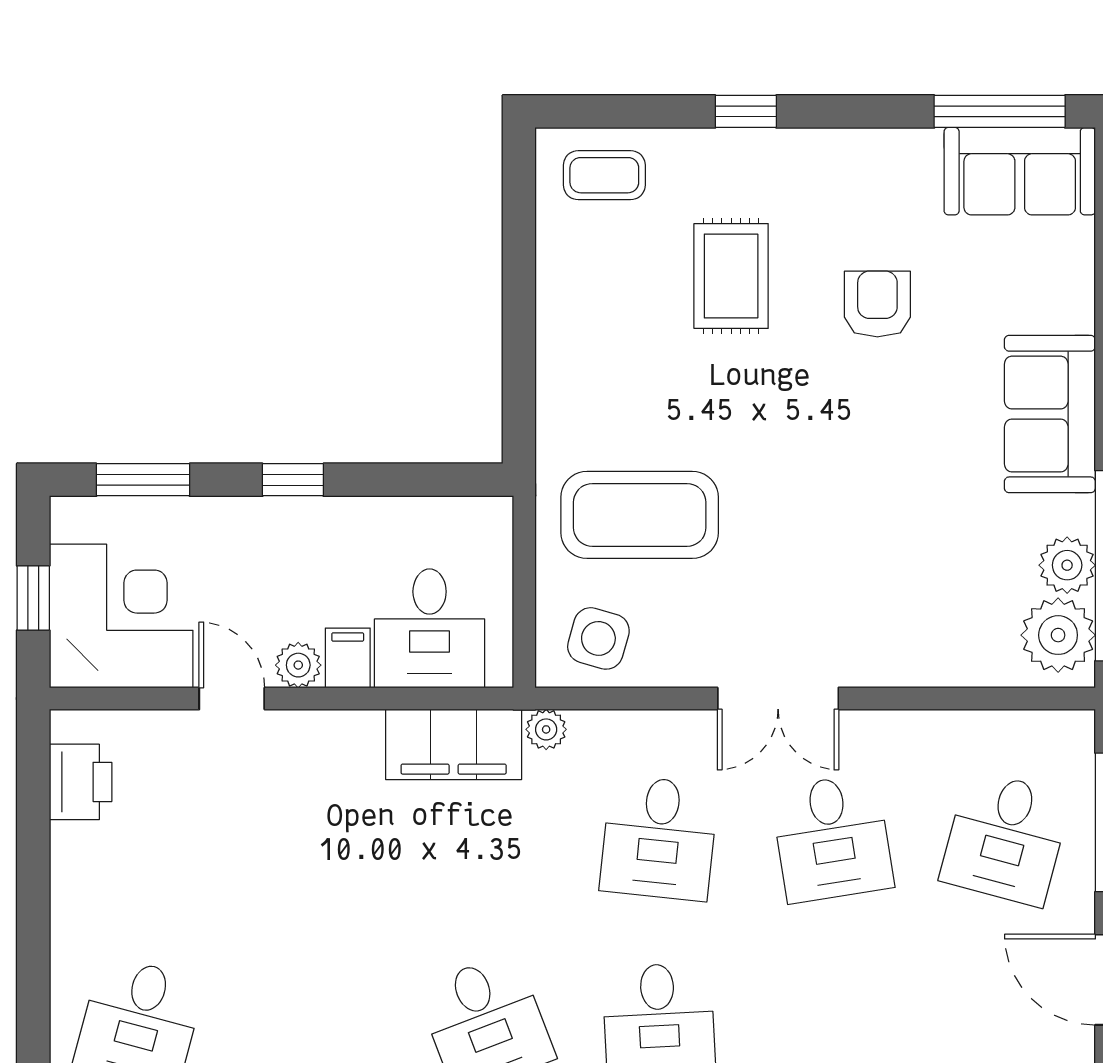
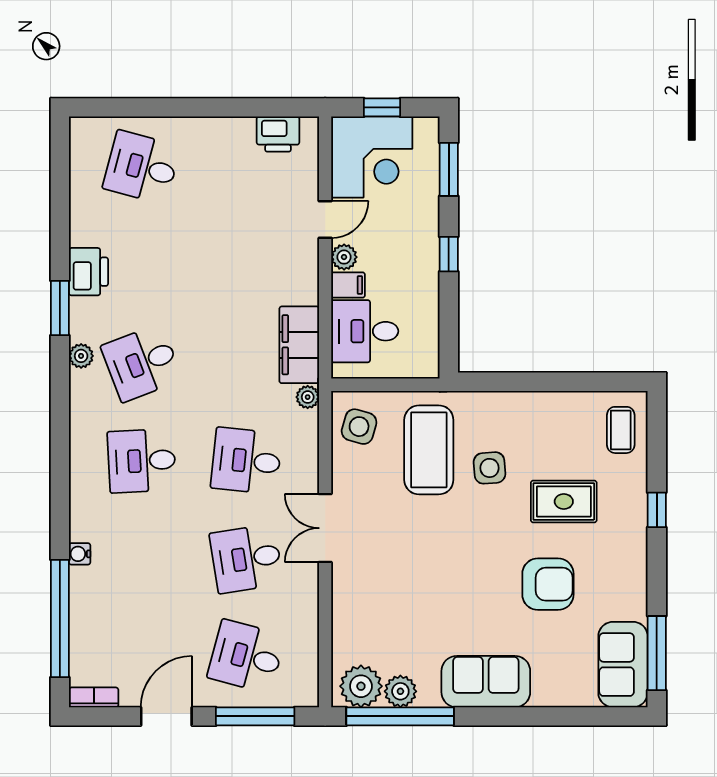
armchair: (877, 304) -> (548, 584), width x1.38, depth x1.38
side table: (672, 407) -> (490, 468), added

